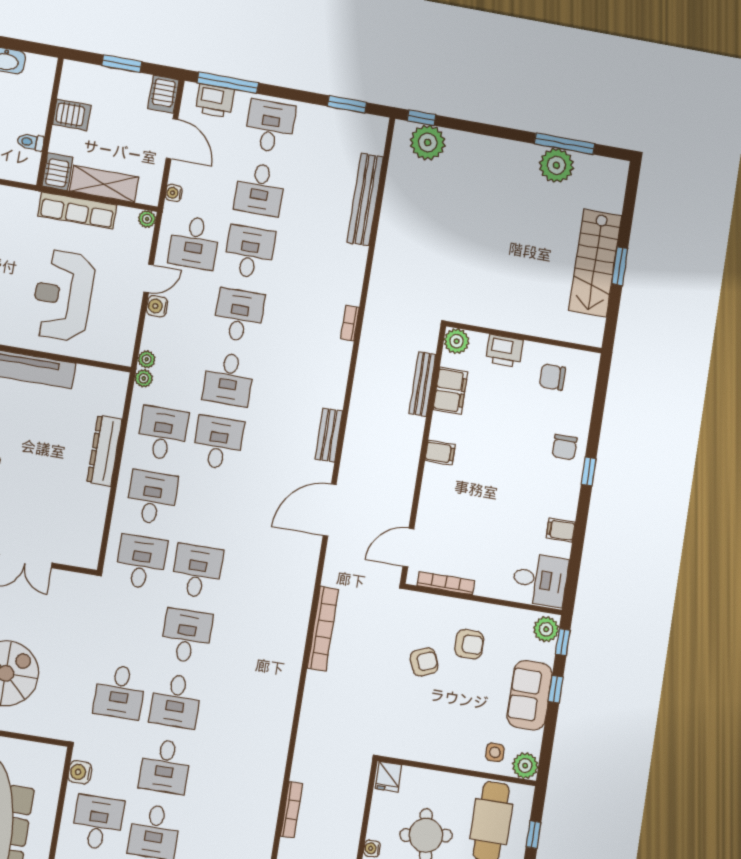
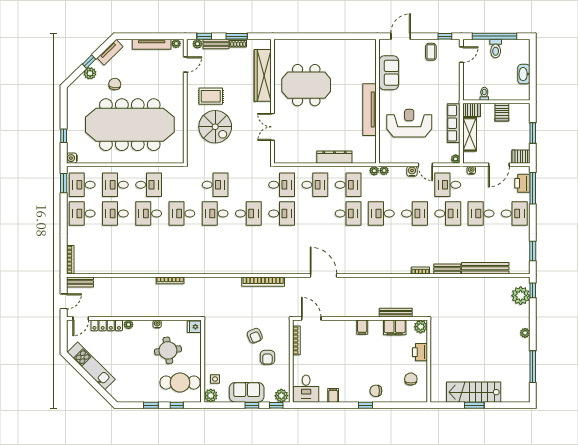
plant: (556, 165) -> (525, 333), moved, width x0.53, depth x0.53
bench: (329, 435) -> (447, 269), moved
desk: (120, 692) -> (215, 185), turned 180
water cooler: (80, 772) -> (172, 172), removed

